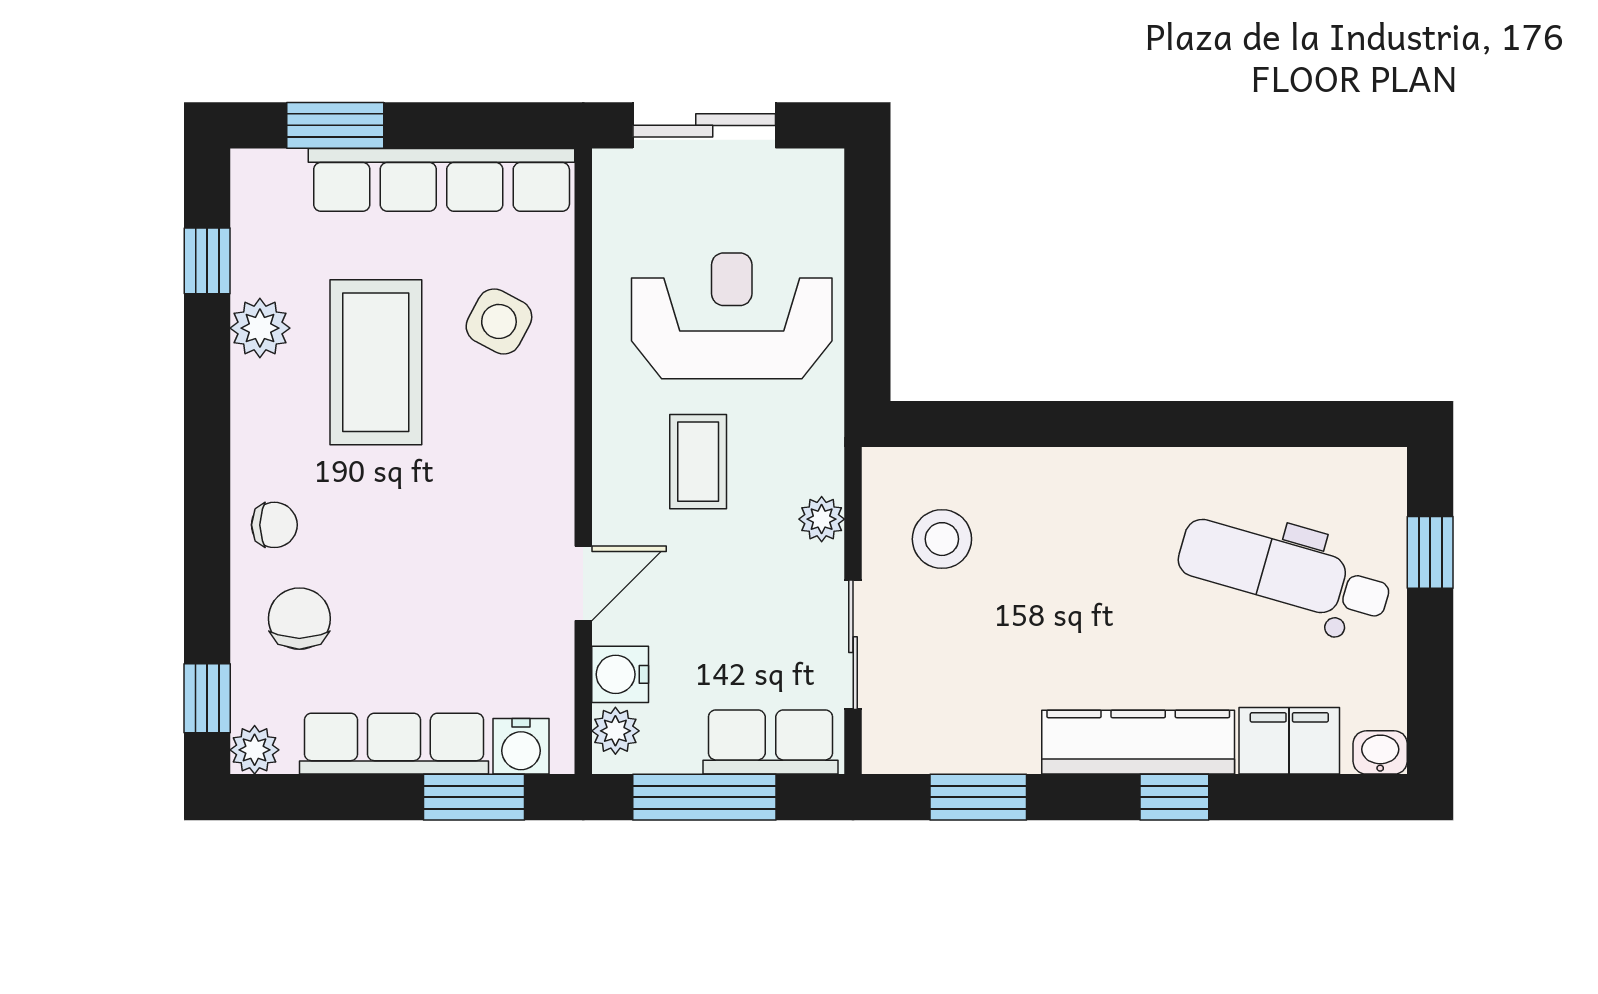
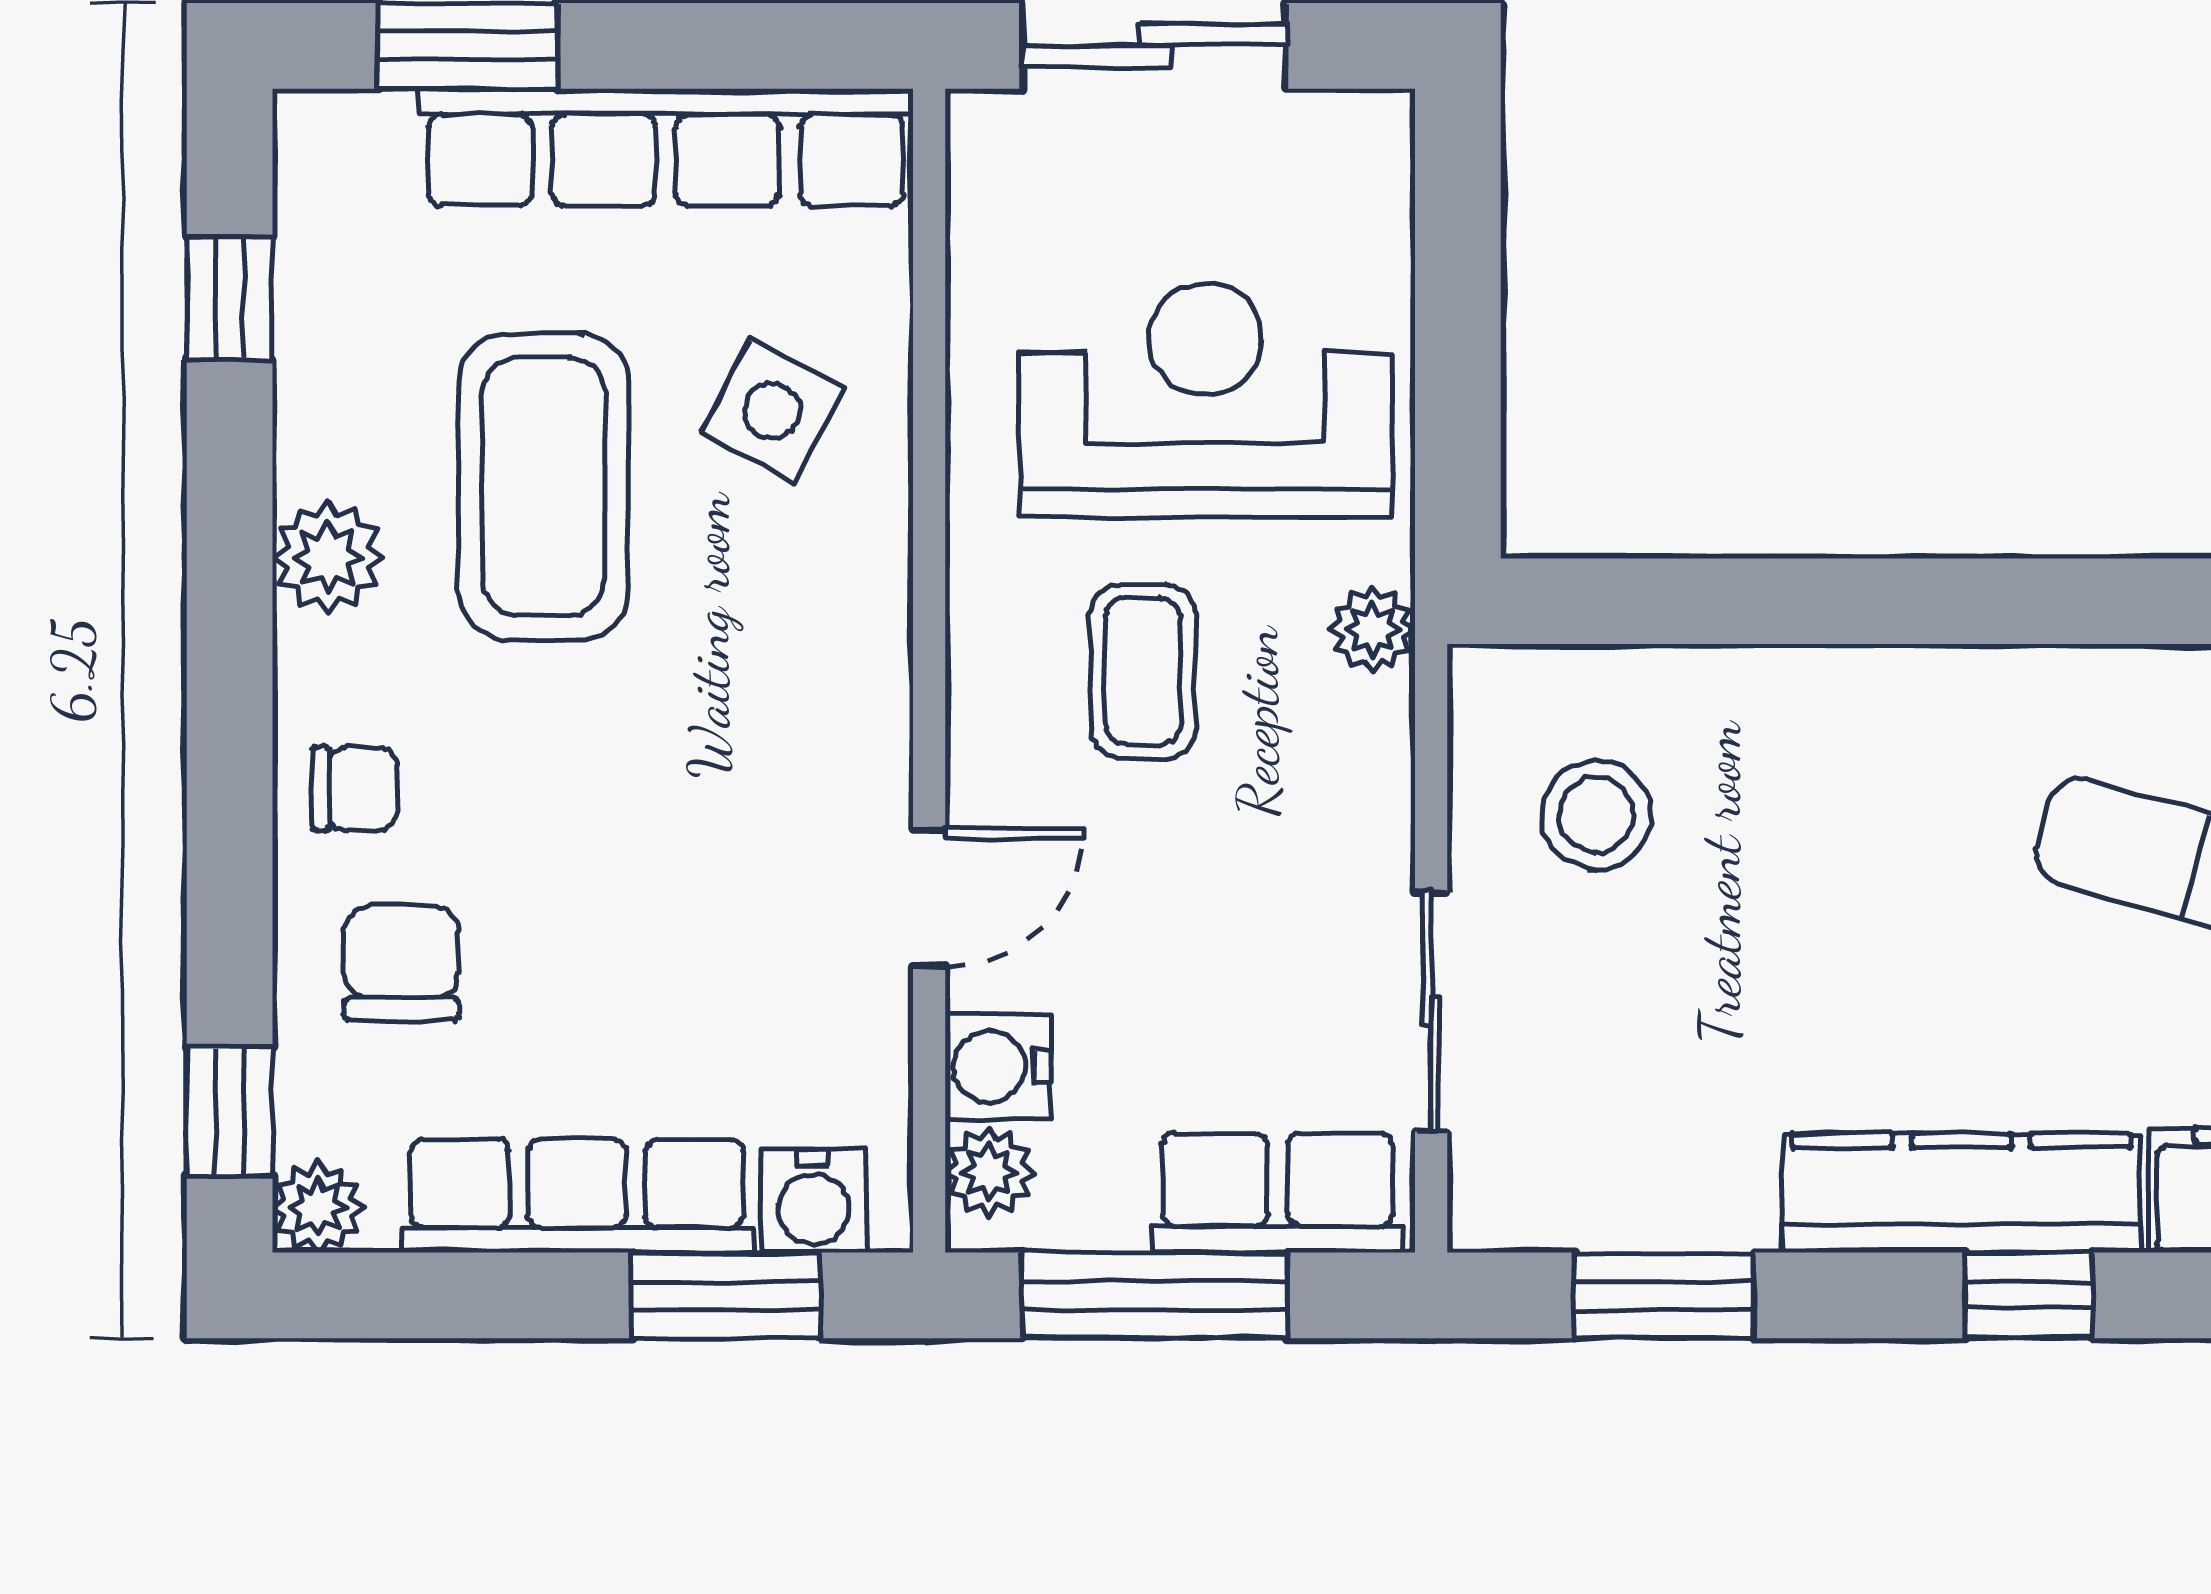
plant: (260, 328) -> (328, 557), moved
plant: (822, 519) -> (1373, 629), moved

